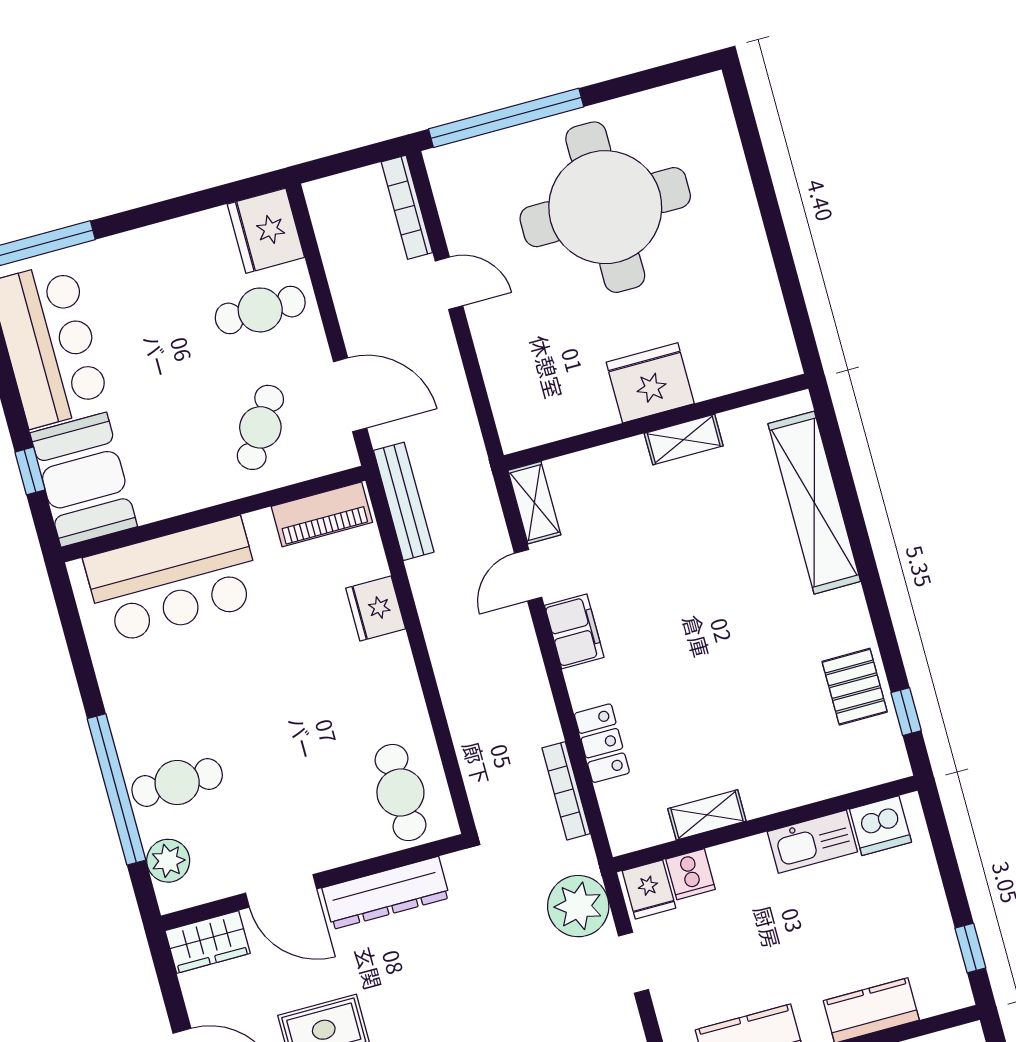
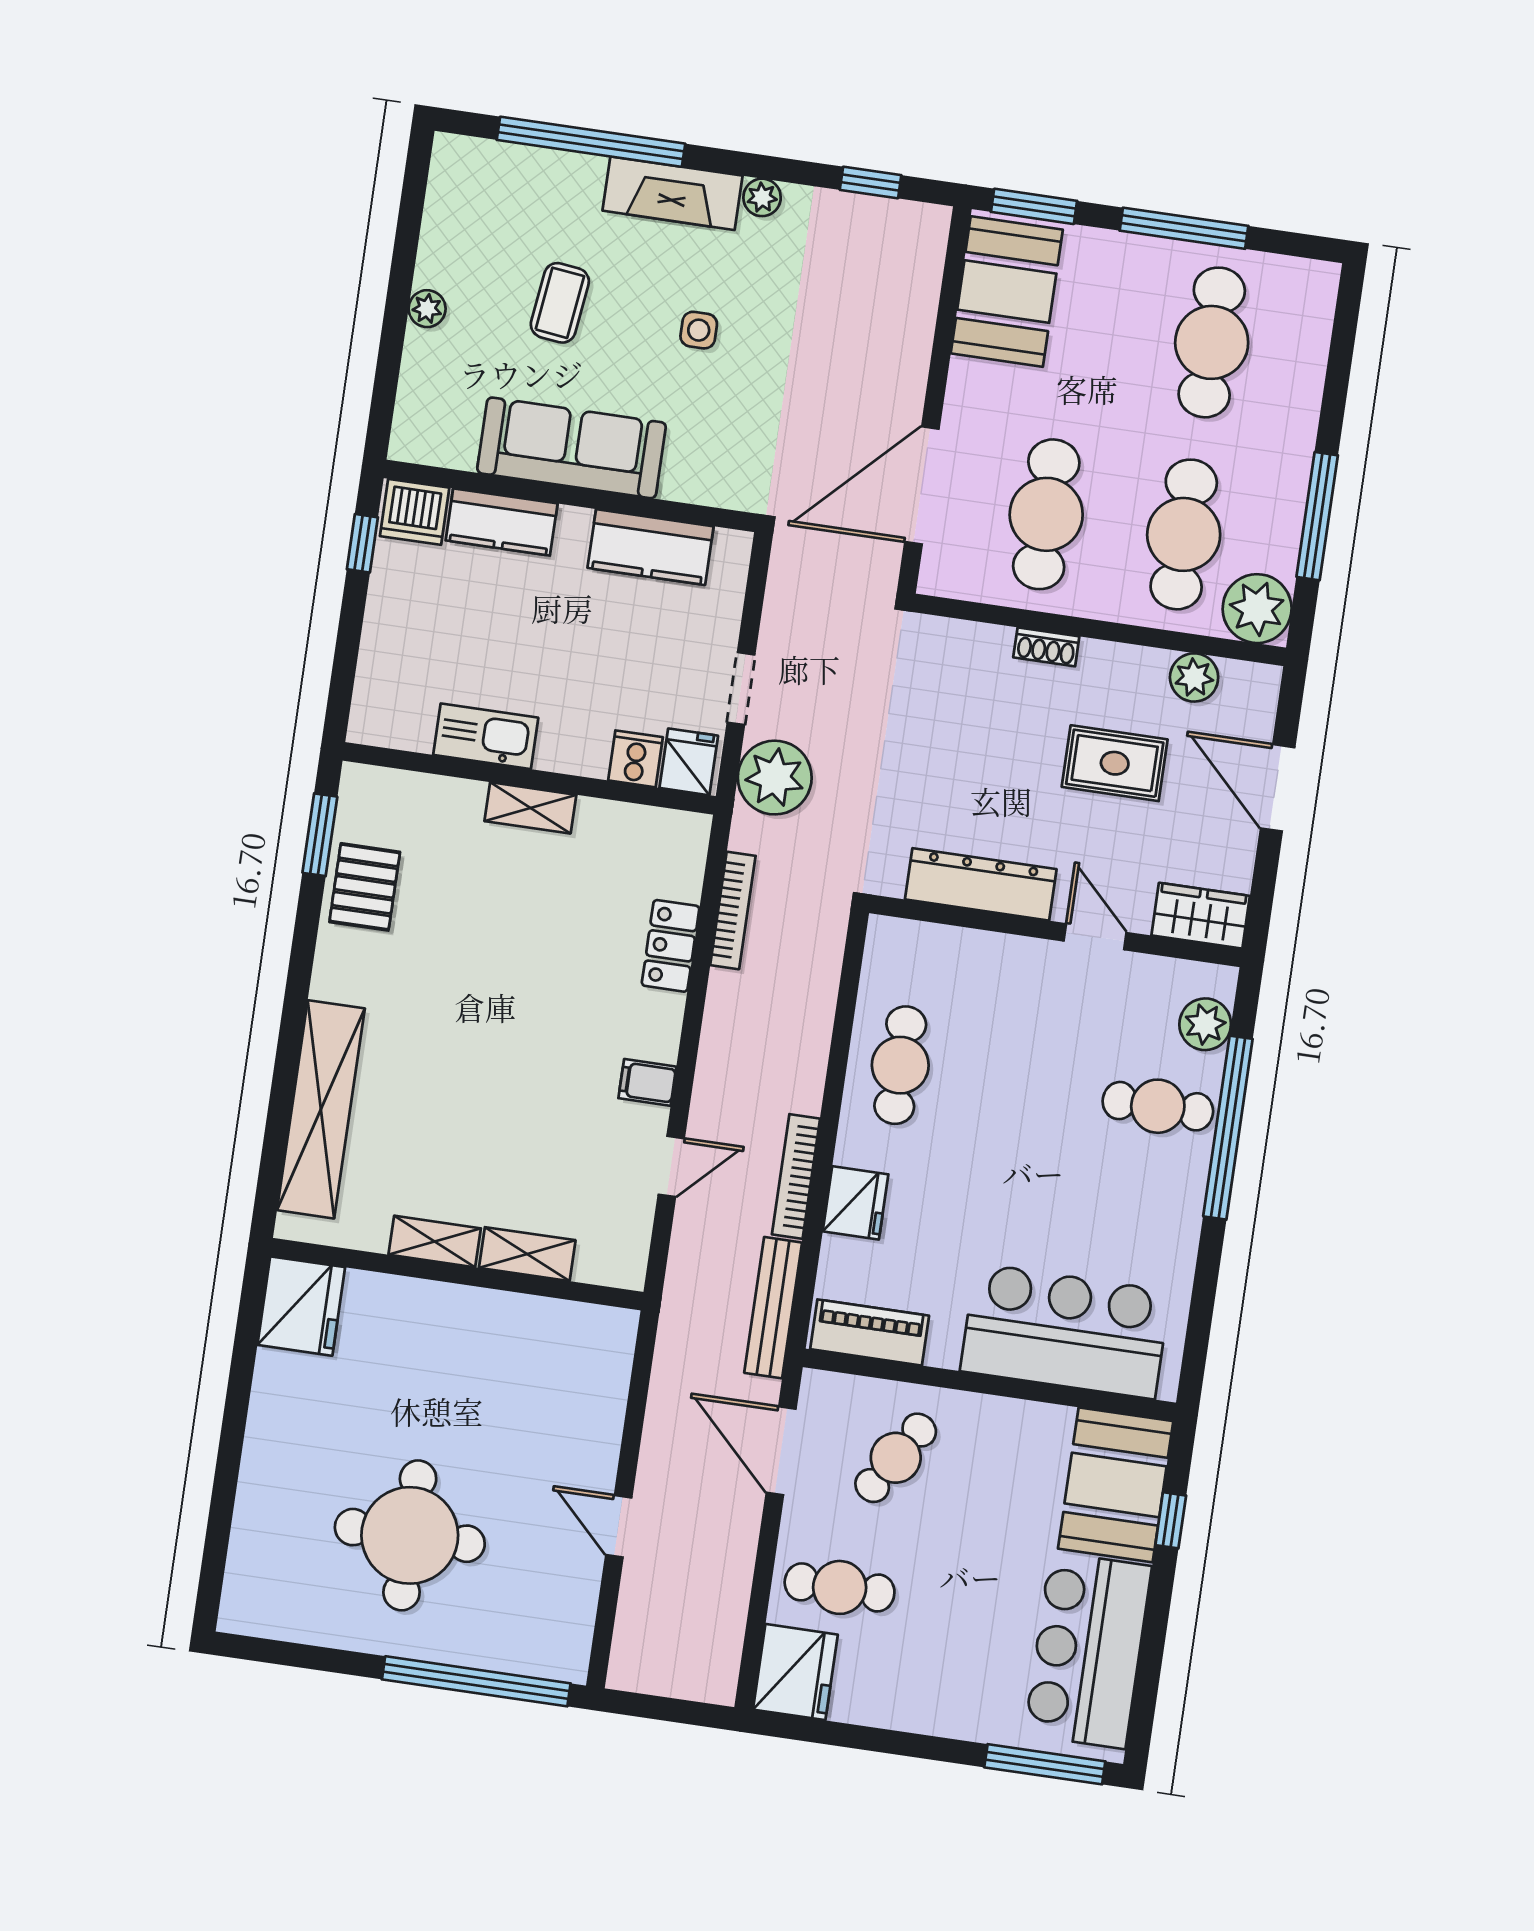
bookcase: (407, 207) -> (796, 1176), moved, turned 180
round table: (605, 207) -> (410, 1535), width x0.73, depth x0.73
fridge: (650, 383) -> (301, 1306), moved, turned -90
shelving: (534, 503) -> (527, 1254), moved, turned 90
filing cabinet: (574, 631) -> (647, 1082), width x0.50
window: (906, 712) -> (320, 835), width x1.50
cafe table: (400, 793) -> (900, 1065), moved
shelving: (707, 815) -> (530, 808), moved
dishwasher: (880, 826) -> (415, 512), moved, turned 180
door: (281, 891) -> (1095, 937), width x0.73

